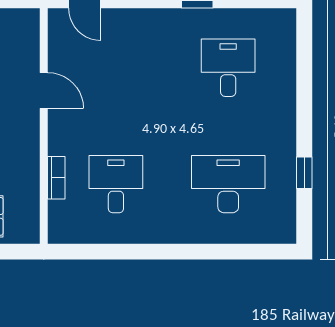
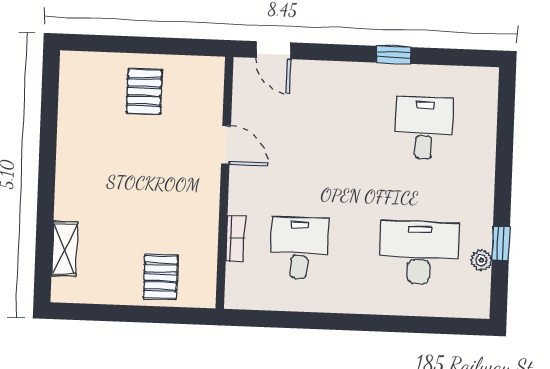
plant: (287, 189) -> (481, 260), added

